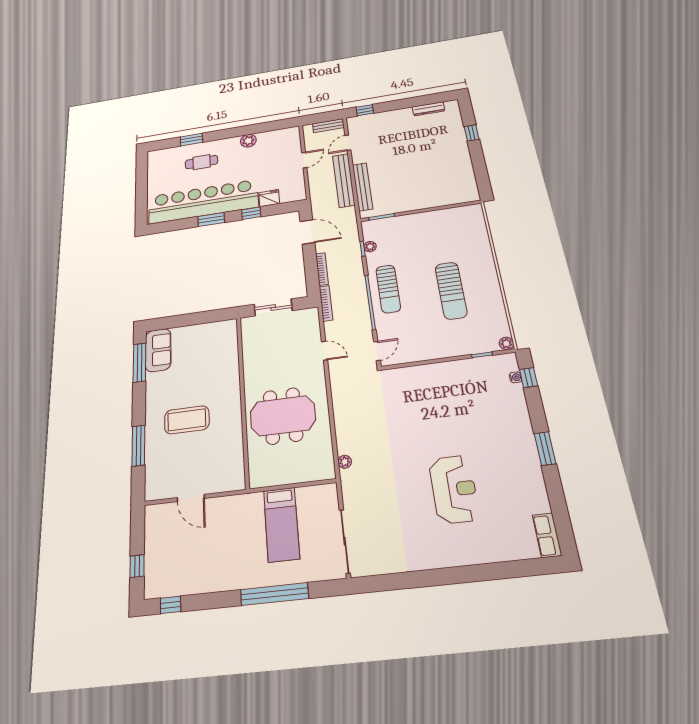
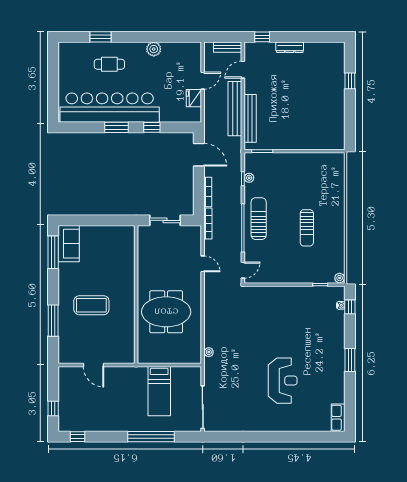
dresser: (428, 109) -> (290, 47), moved
fridge: (269, 198) -> (194, 98), moved, turned -90
sun lounger: (388, 289) -> (259, 219), turned 180
sun lounger: (451, 291) -> (307, 228), width x0.73, depth x0.75

